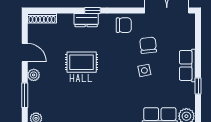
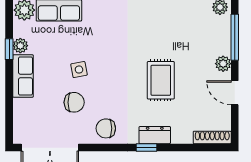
chair: (148, 45) -> (74, 102), turned -84
rug: (82, 62) -> (161, 80), turned 90
plant: (189, 89) -> (20, 46), added
window: (25, 95) -> (235, 37), width x1.44

